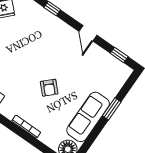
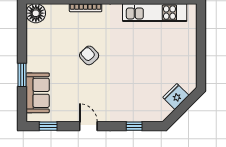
sofa: (88, 117) -> (38, 93), moved, width x0.73

